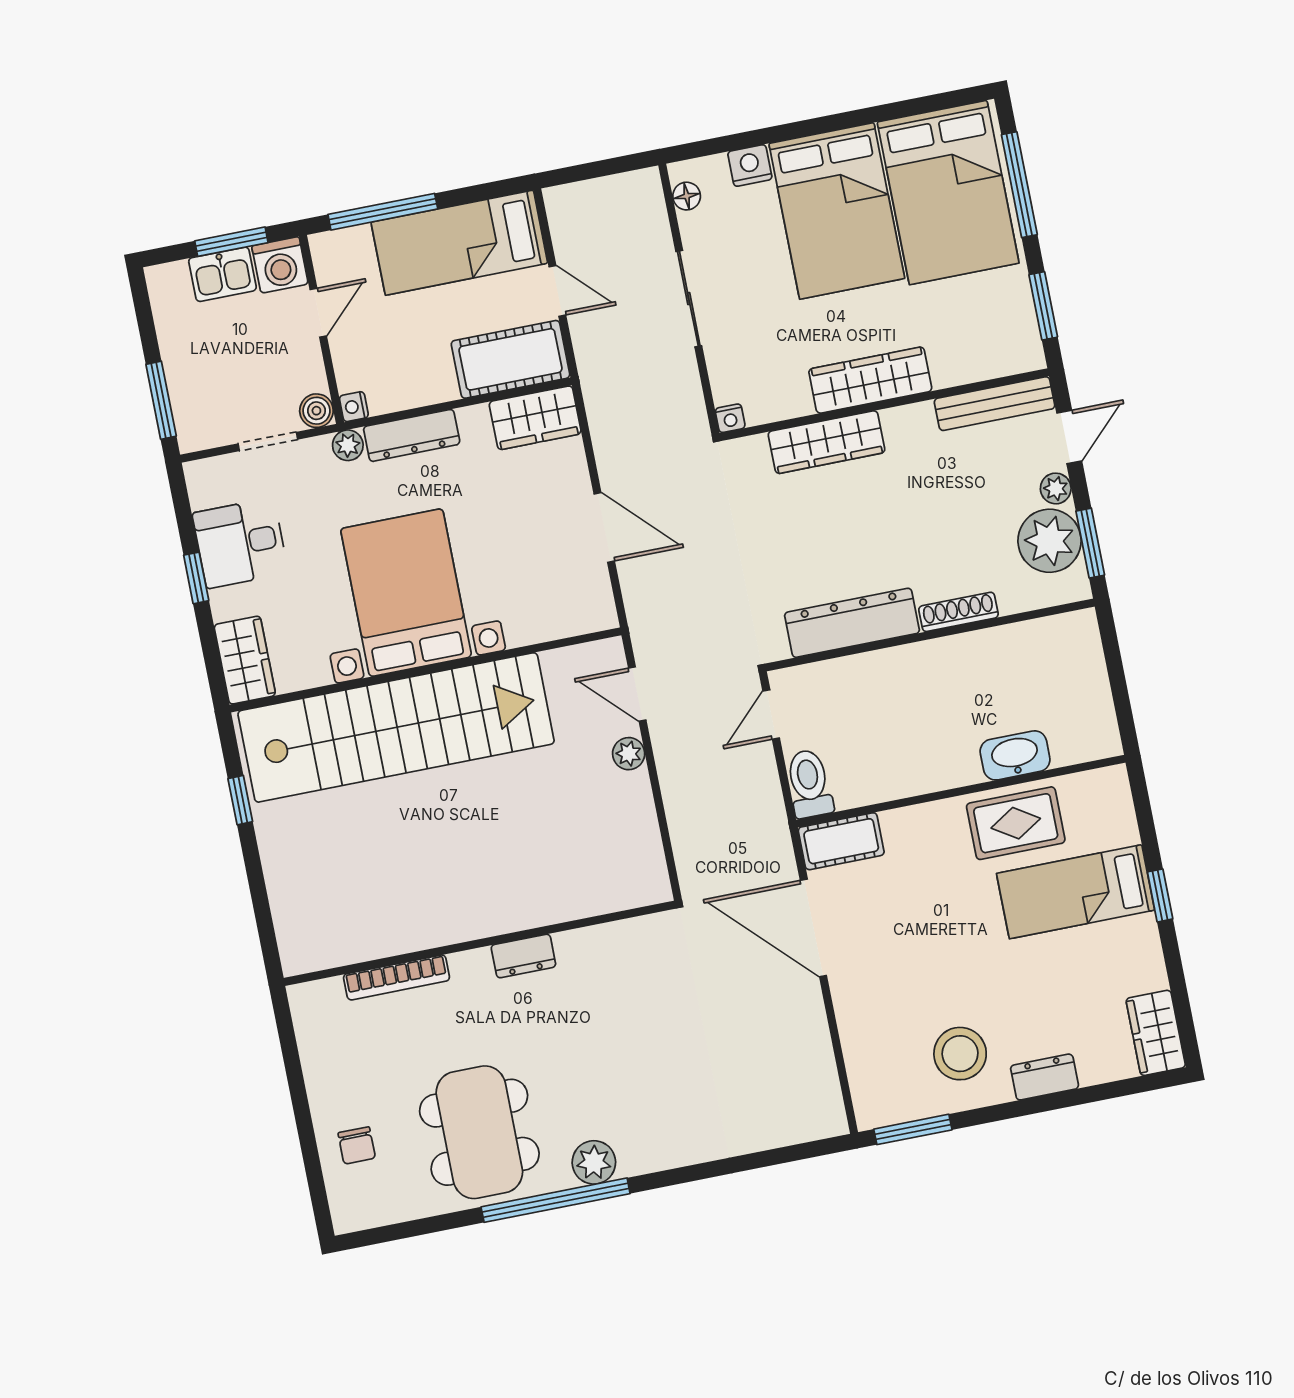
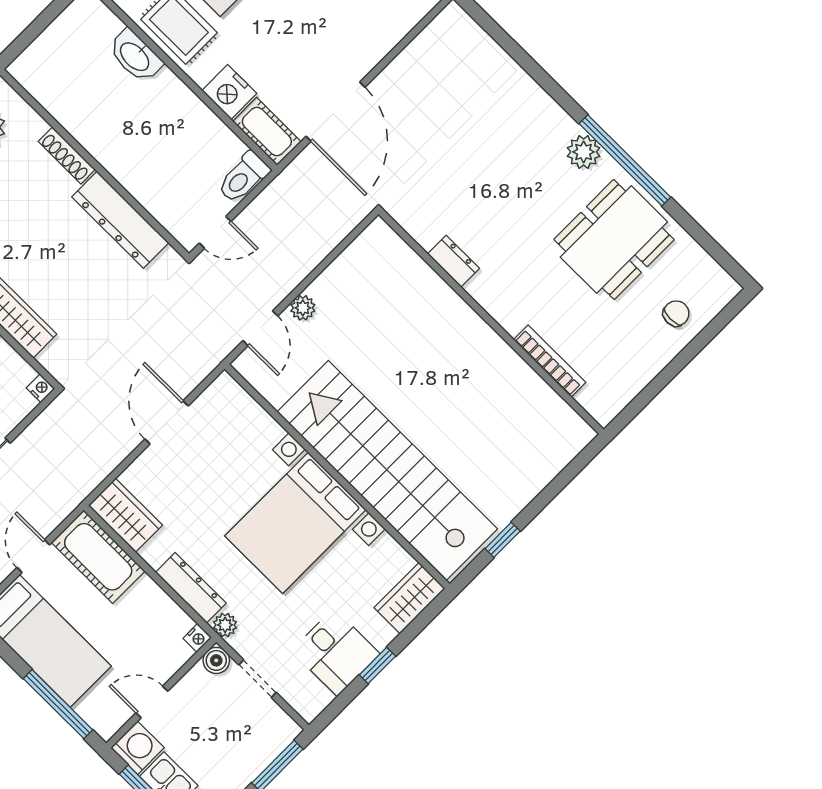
nightstand: (910, 829) -> (229, 92), added
dresser: (523, 956) -> (453, 261), moved

